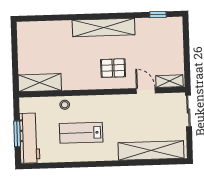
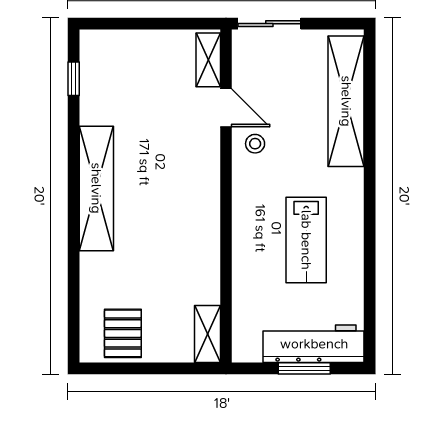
pallet: (113, 68) -> (123, 333), moved
shelving: (40, 83) -> (207, 334), width x0.67, depth x0.75
door: (146, 91) -> (226, 108), swing flipped
stool: (65, 105) -> (255, 144), moved

